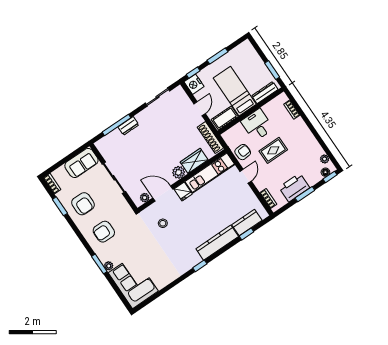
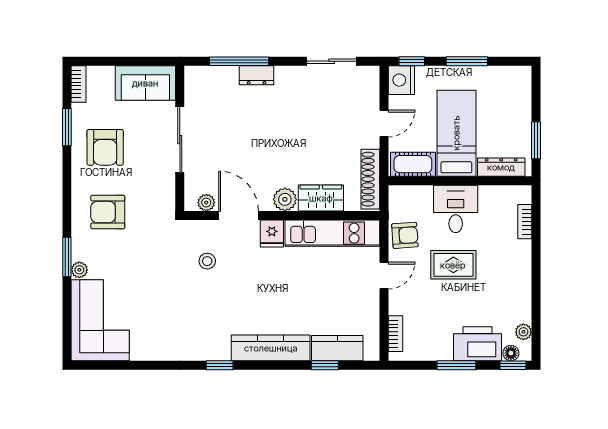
printer: (294, 187) -> (477, 344), moved

